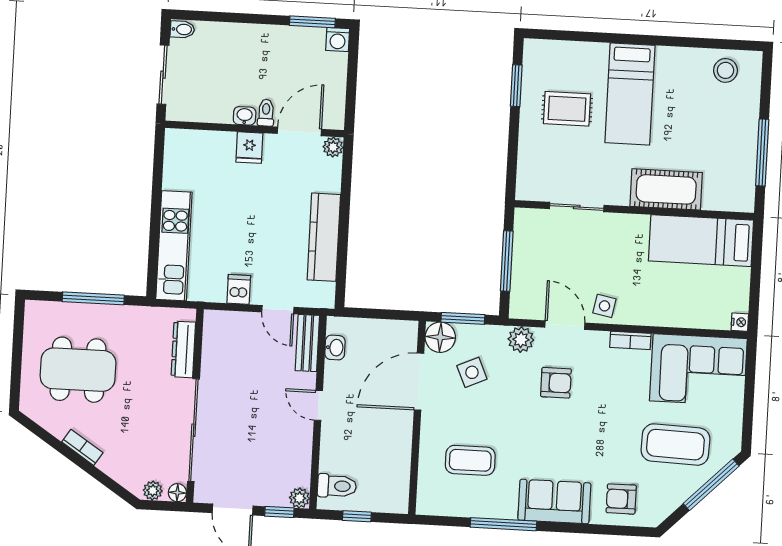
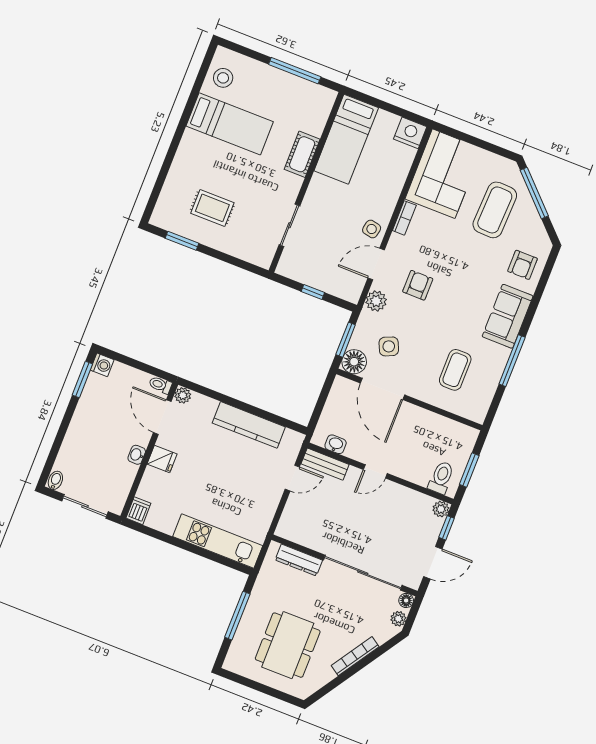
bed: (630, 94) -> (230, 124), moved
rug: (567, 109) -> (212, 208), turned 90
toilet: (266, 113) -> (160, 385), moved
cot: (666, 189) -> (302, 154), width x0.73, depth x0.75
window: (507, 261) -> (313, 292), width x0.46
dishwasher: (239, 289) -> (138, 511), moved, turned 90
nightstand: (740, 322) -> (410, 133), width x1.89, depth x1.79
bookcase: (82, 447) -> (355, 656), width x1.56
window: (357, 516) -> (469, 470), width x1.50

